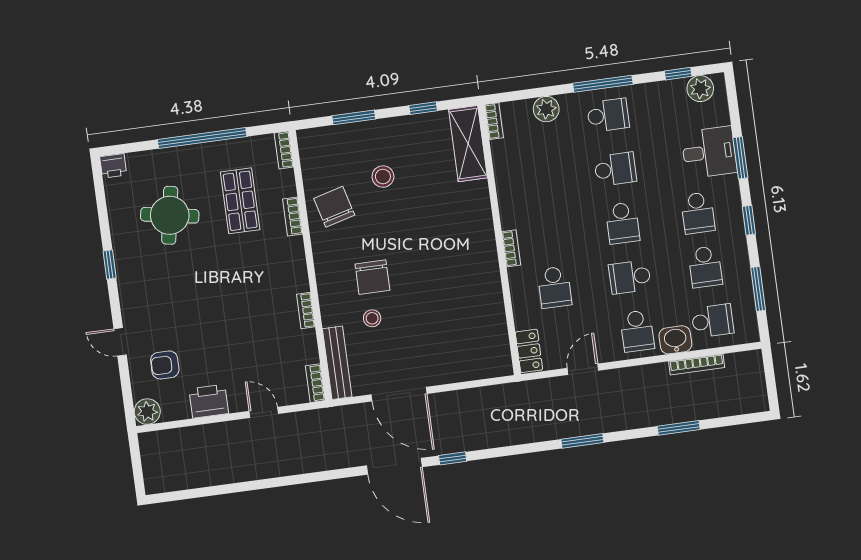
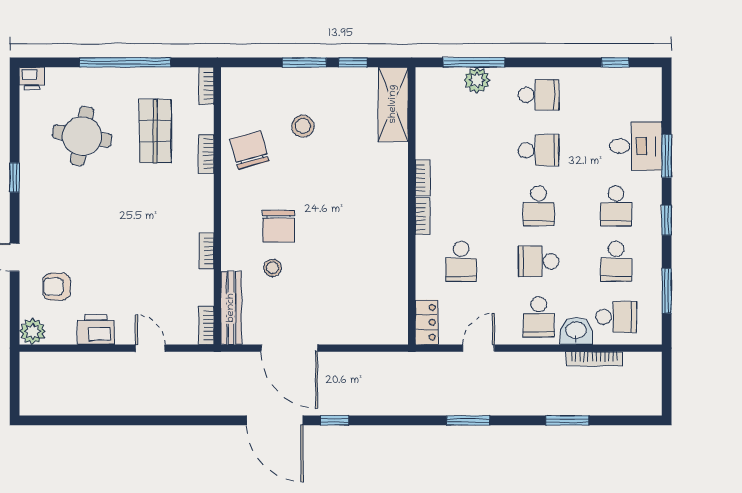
window: (603, 84) -> (474, 62), moved
plant: (700, 89) -> (636, 81), removed
window: (354, 117) -> (304, 62), moved
bookcase: (494, 121) -> (423, 178), moved

